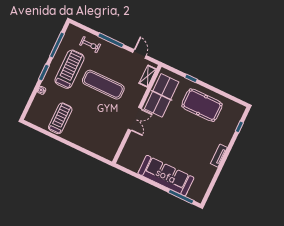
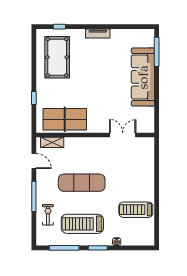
door: (140, 54) -> (34, 161), swing flipped
exercise mat: (103, 85) -> (82, 183), turned 90
pool table: (202, 105) -> (57, 57), moved
double door: (135, 119) -> (123, 135), moved

